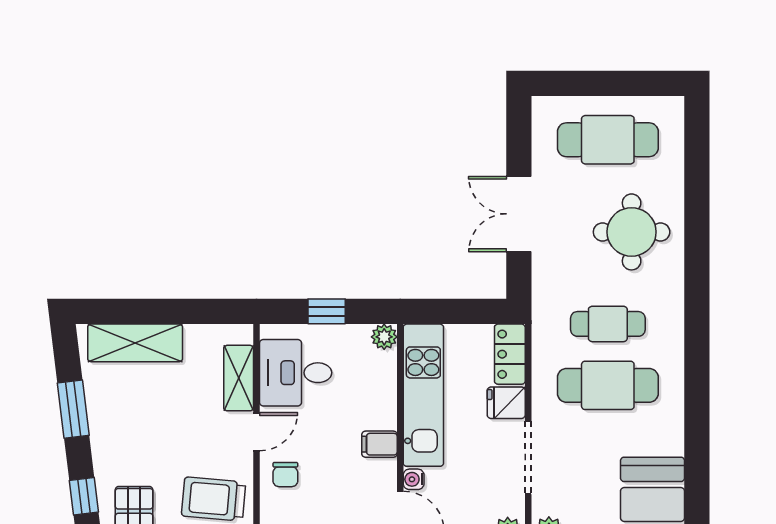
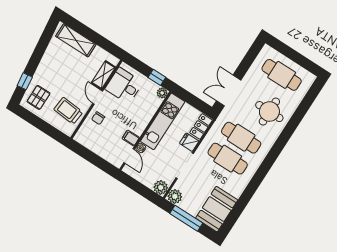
double door: (519, 214) -> (229, 91), moved
window: (327, 311) -> (157, 77), moved
cafe table: (608, 324) -> (241, 138), width x1.37, depth x1.35
window: (73, 409) -> (40, 49), removed
door: (256, 432) -> (98, 97), swing flipped
filing cabinet: (379, 444) -> (131, 138), moved

